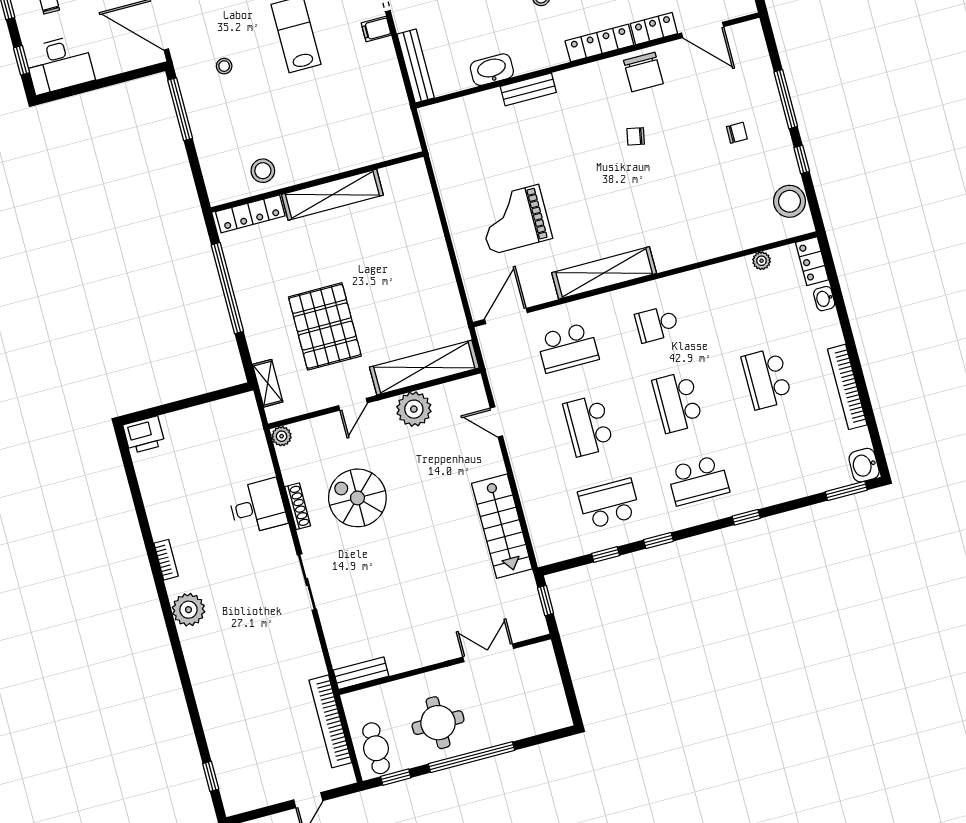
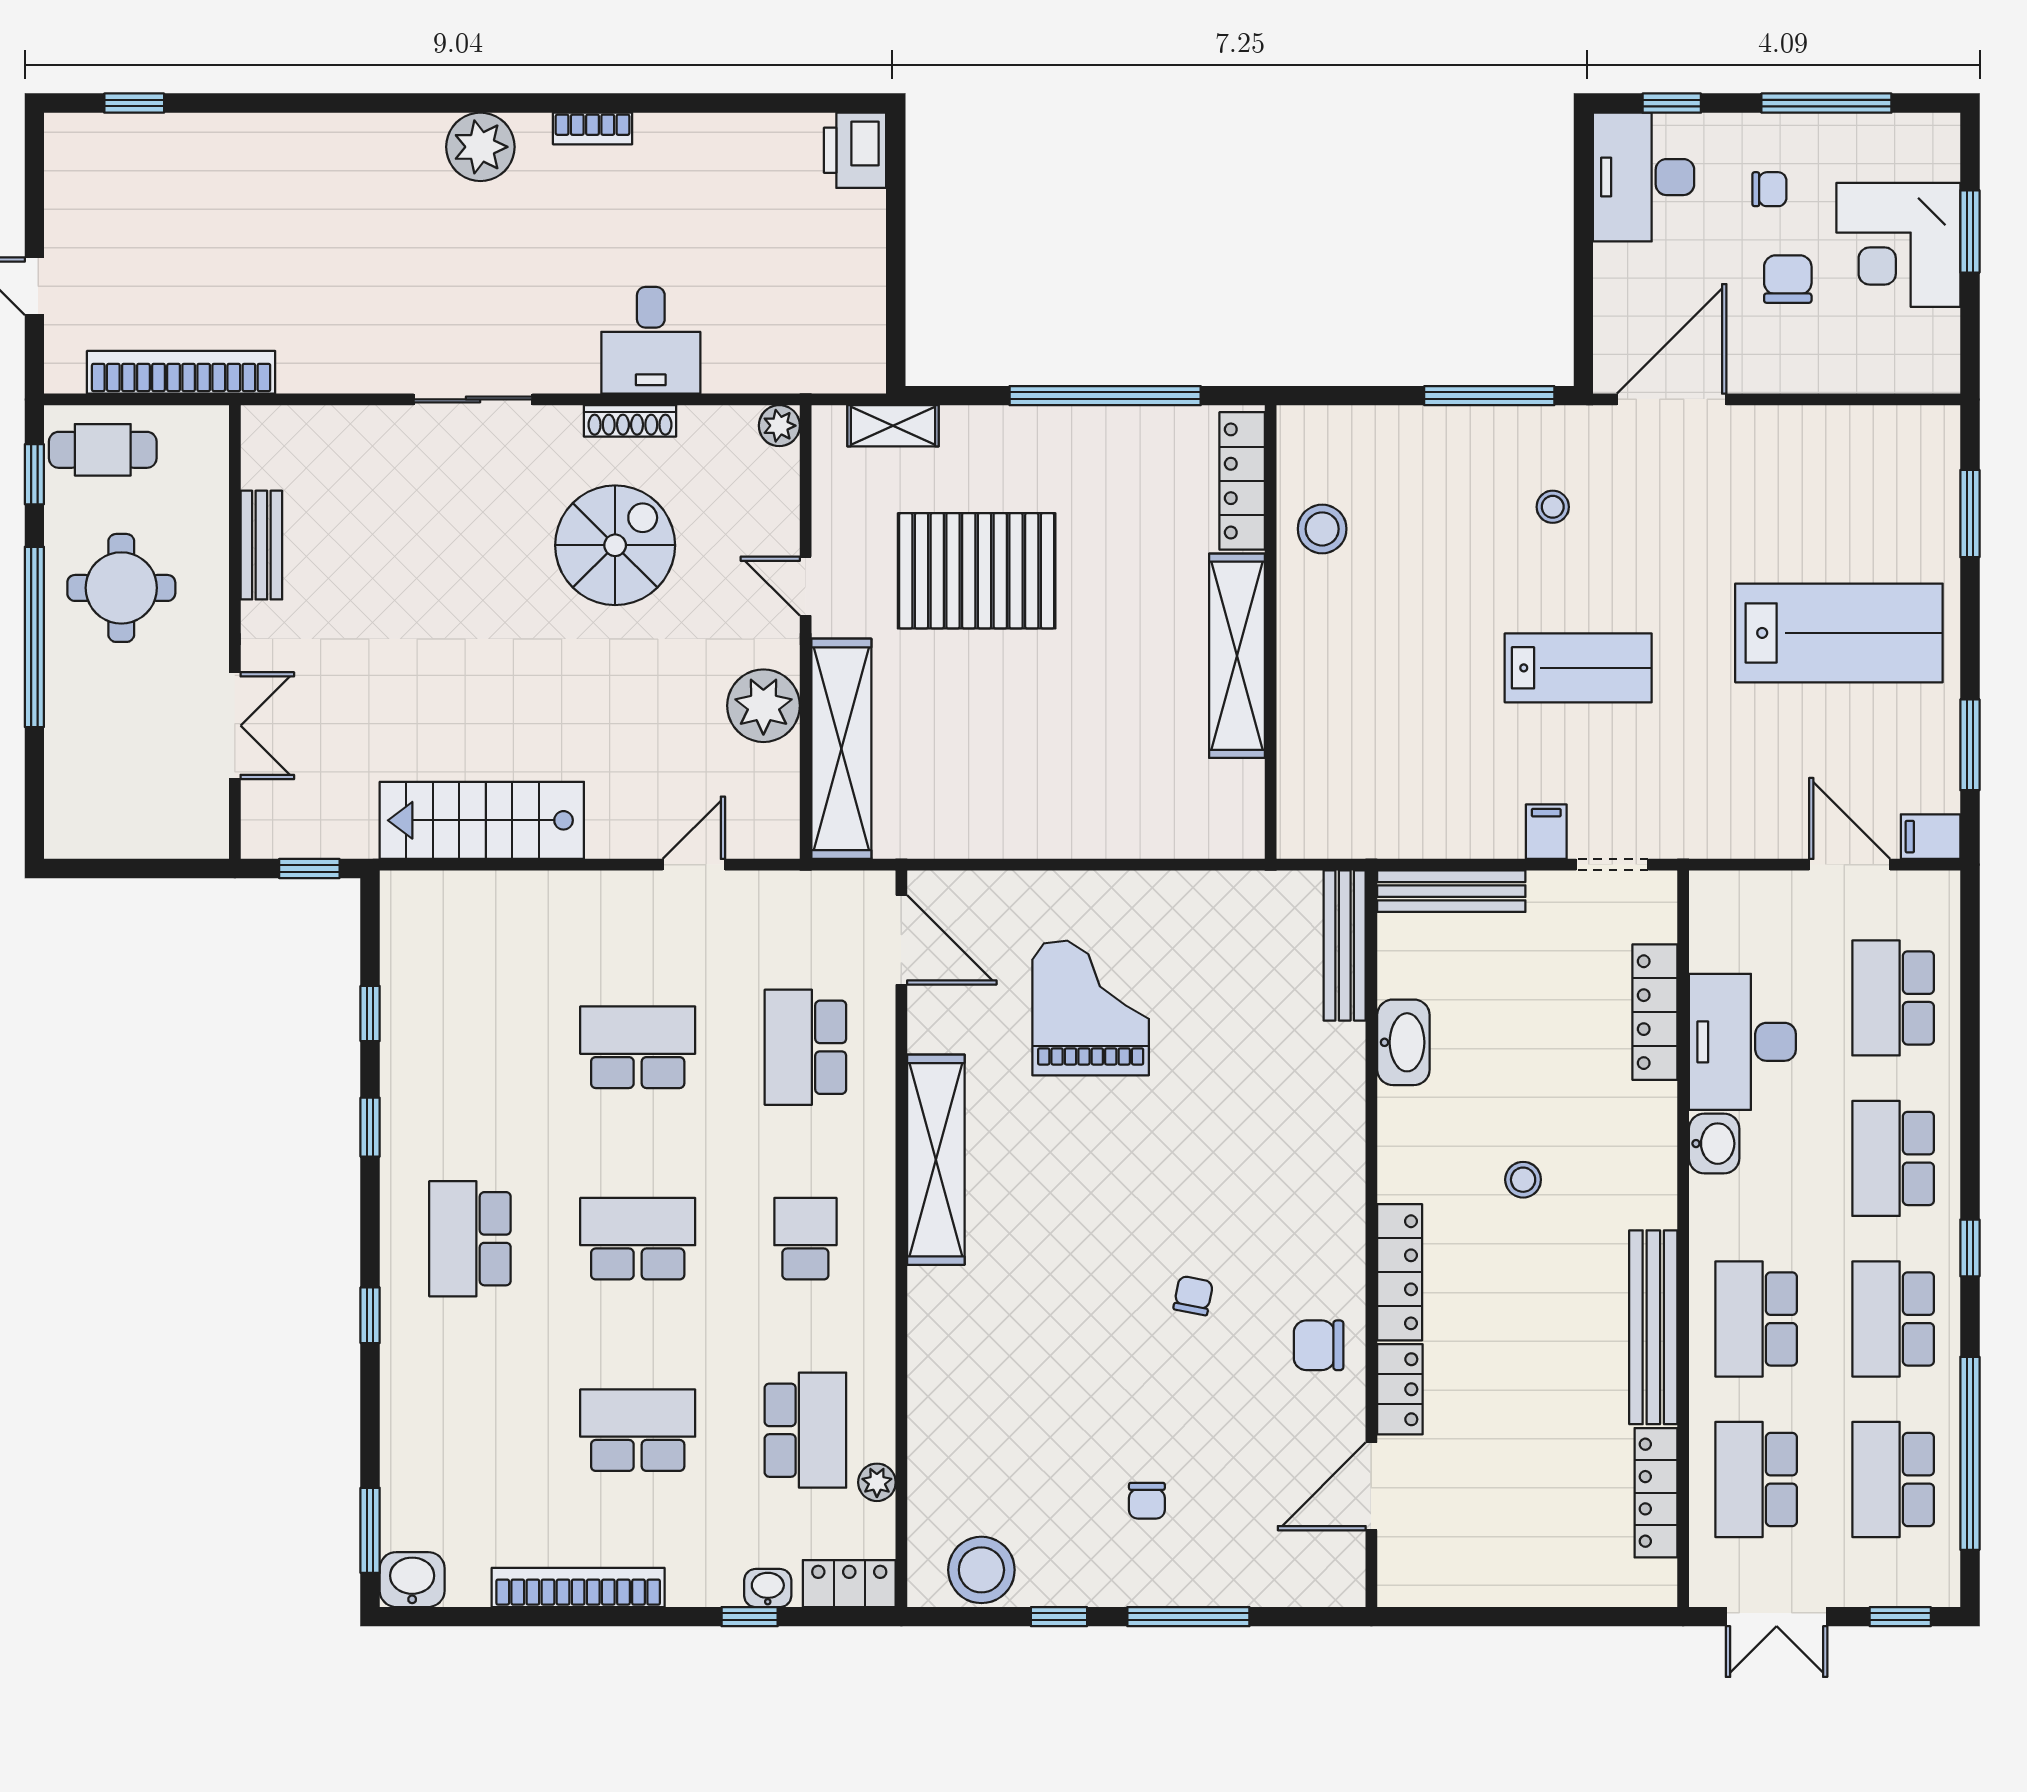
chair: (643, 72) -> (1319, 1345), width x0.73, depth x0.73
bench: (528, 89) -> (1345, 945), moved, width x1.36
window: (840, 303) -> (750, 1617), added
school desk: (609, 504) -> (805, 1430), moved
bench: (361, 673) -> (261, 545), moved

